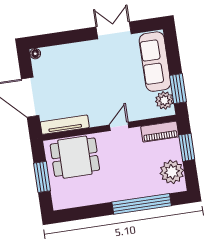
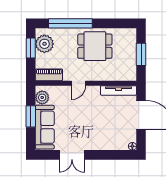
window: (178, 89) -> (31, 116), moved
window: (187, 147) -> (31, 48), moved
dining table: (75, 157) -> (95, 46), moved

